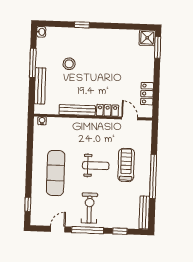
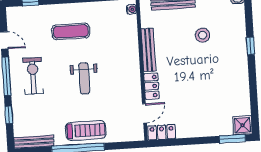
locker: (147, 94) -> (162, 132), moved
treadmill: (126, 165) -> (86, 130), moved
exercise mat: (56, 173) -> (71, 31), width x0.73, depth x0.69
exercise bike: (89, 208) -> (33, 76), turned -90

